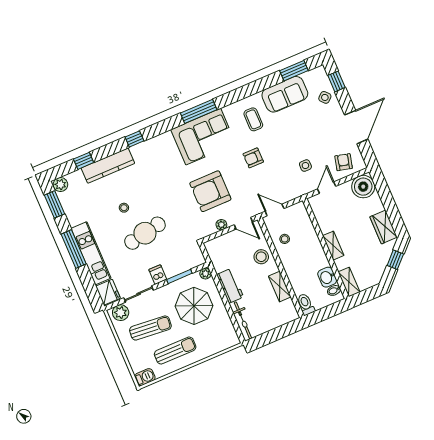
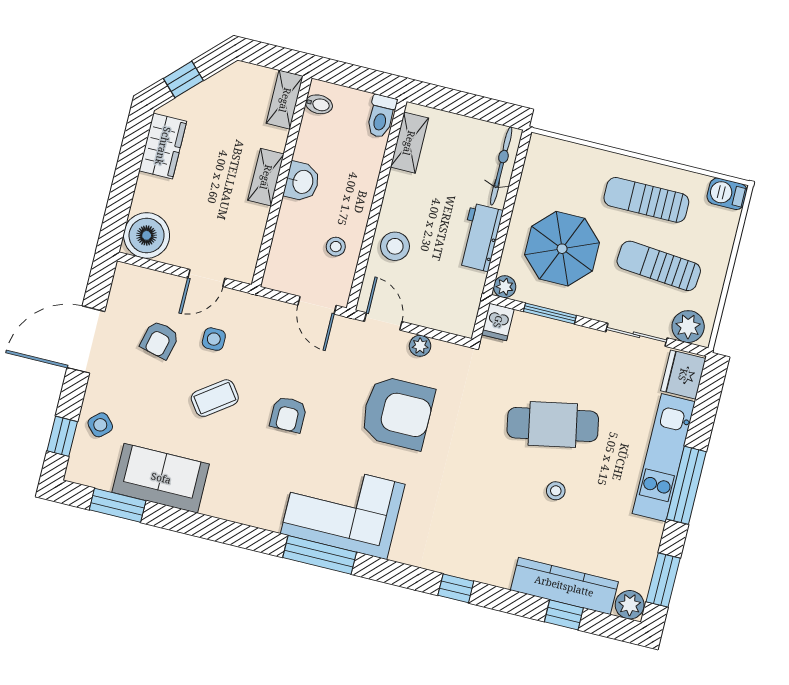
coffee table: (253, 119) -> (215, 398), moved, turned 54
armchair: (253, 158) -> (288, 414), turned 90
armchair: (344, 162) -> (160, 340), moved
kitchen counter: (108, 166) -> (564, 586), moved
dishwasher: (158, 275) -> (498, 322), moved
washbasin: (327, 277) -> (302, 182), moved
shelving: (280, 287) -> (409, 143), moved

